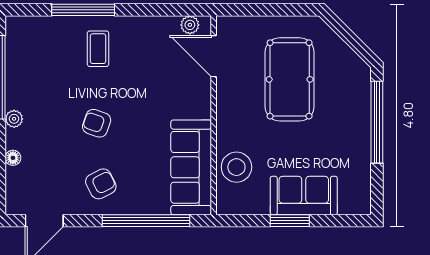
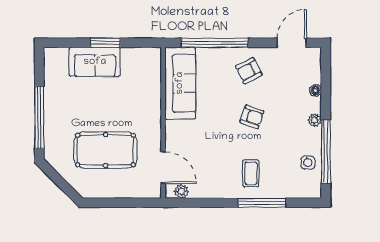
side table: (23, 63) -> (308, 163), added
pool table: (290, 79) -> (106, 150), turned 90
stool: (236, 167) -> (146, 83), removed

